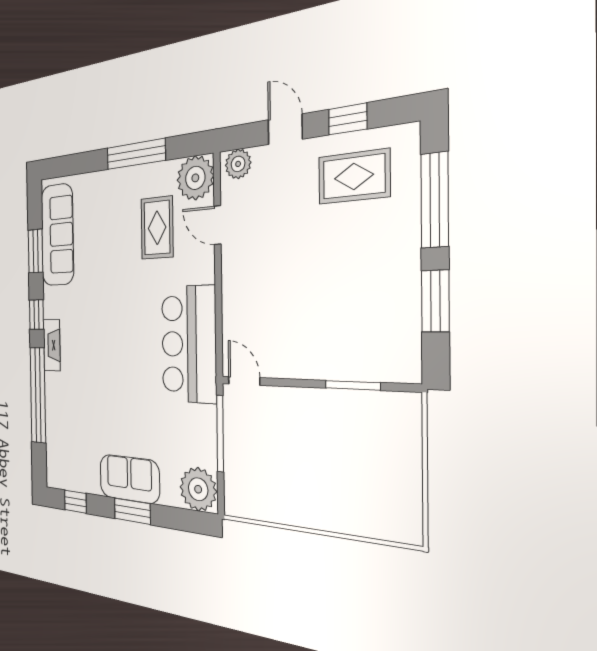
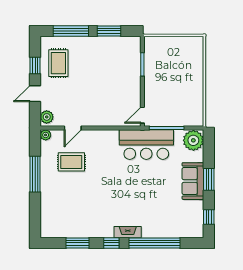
plant: (195, 178) -> (46, 135), width x0.53, depth x0.53
sofa: (57, 235) -> (70, 227), removed
bar counter: (189, 344) -> (146, 145), moved

